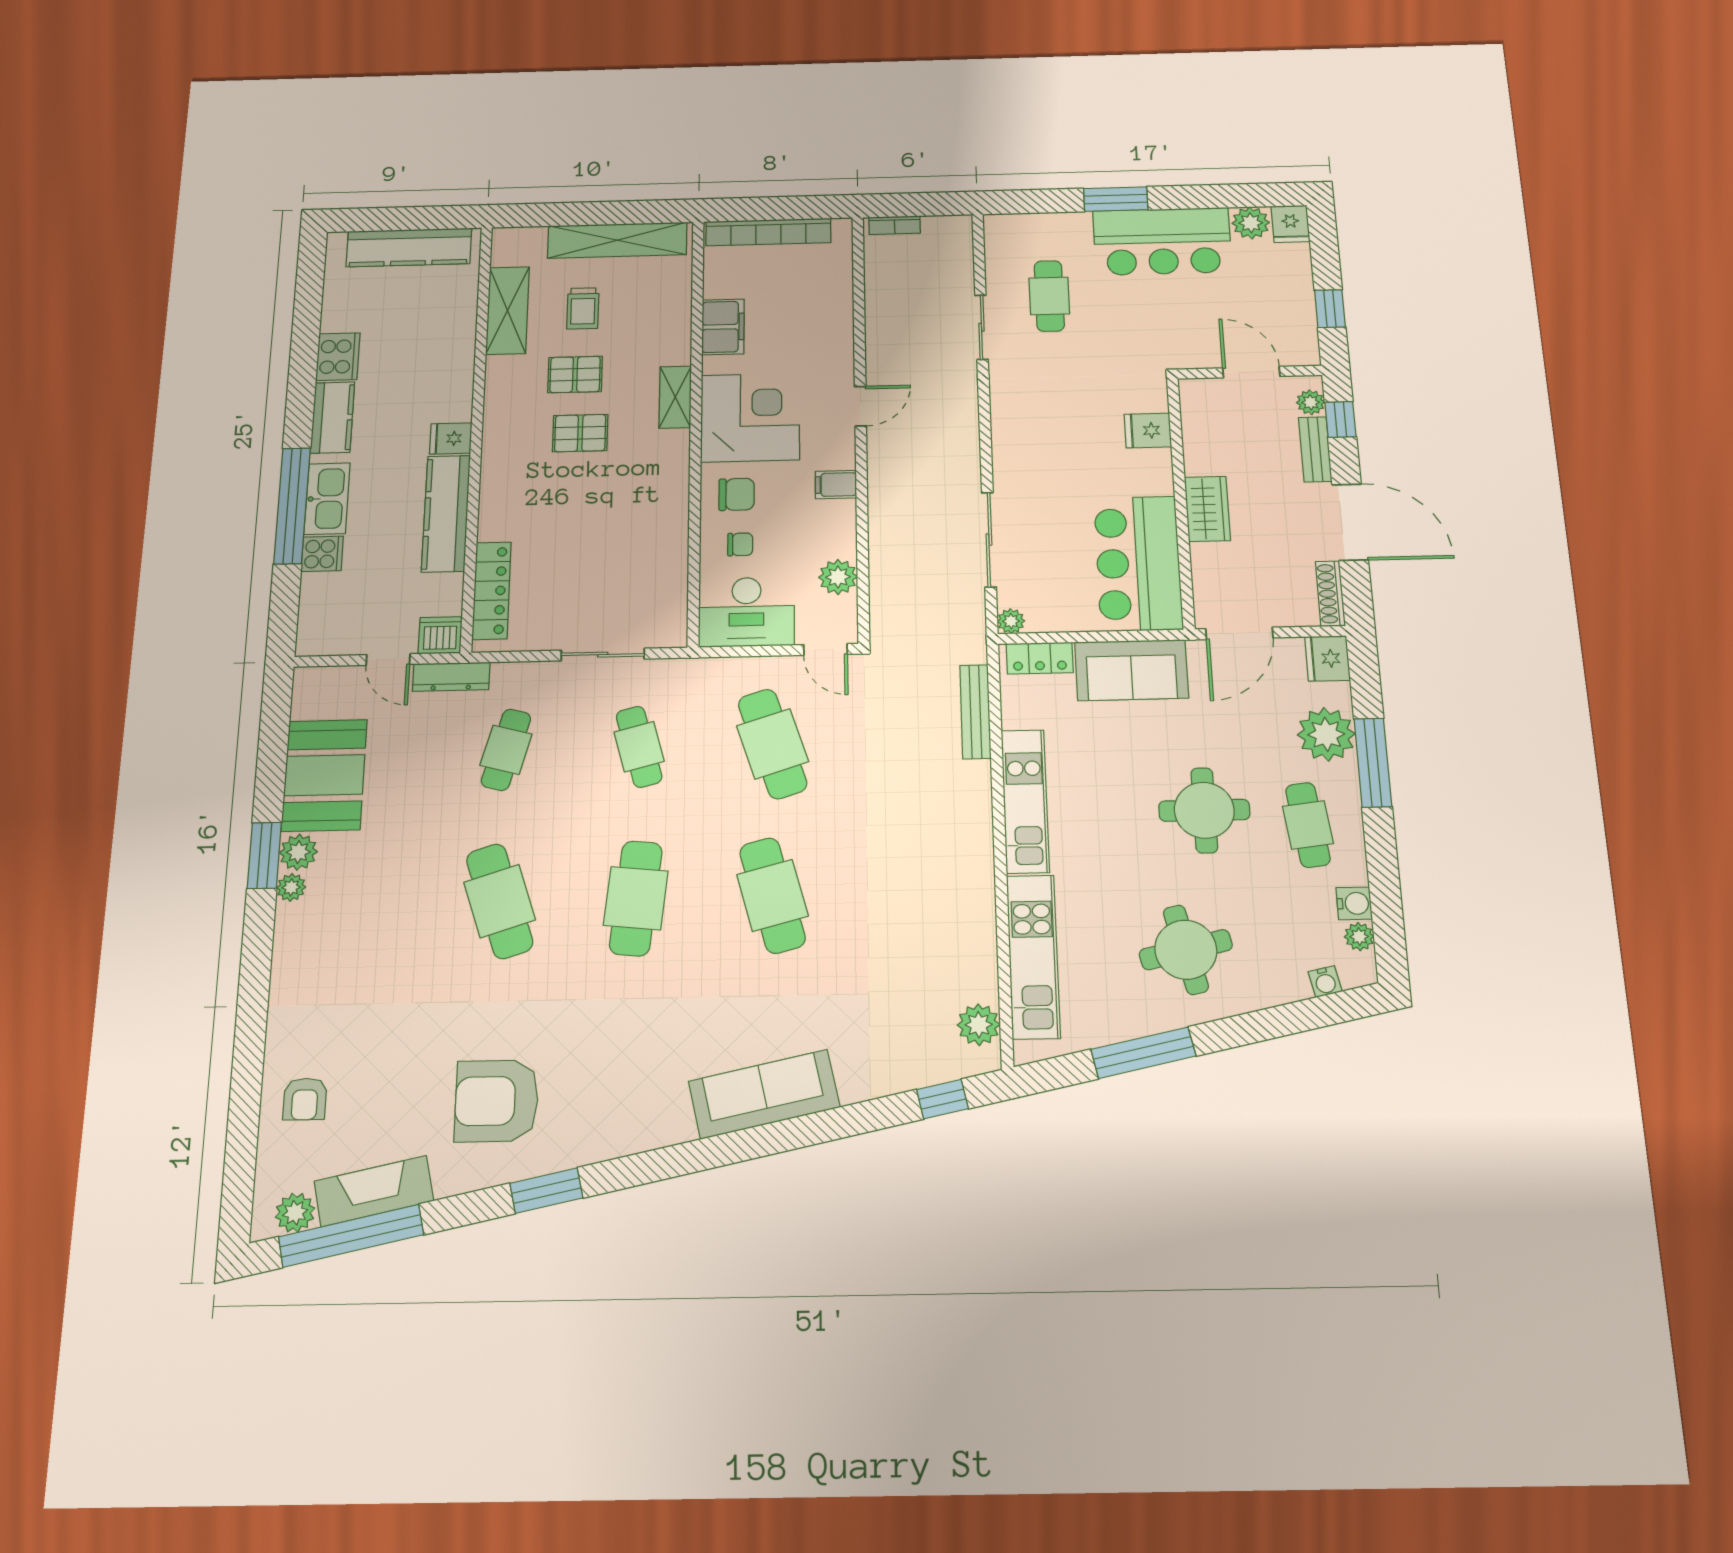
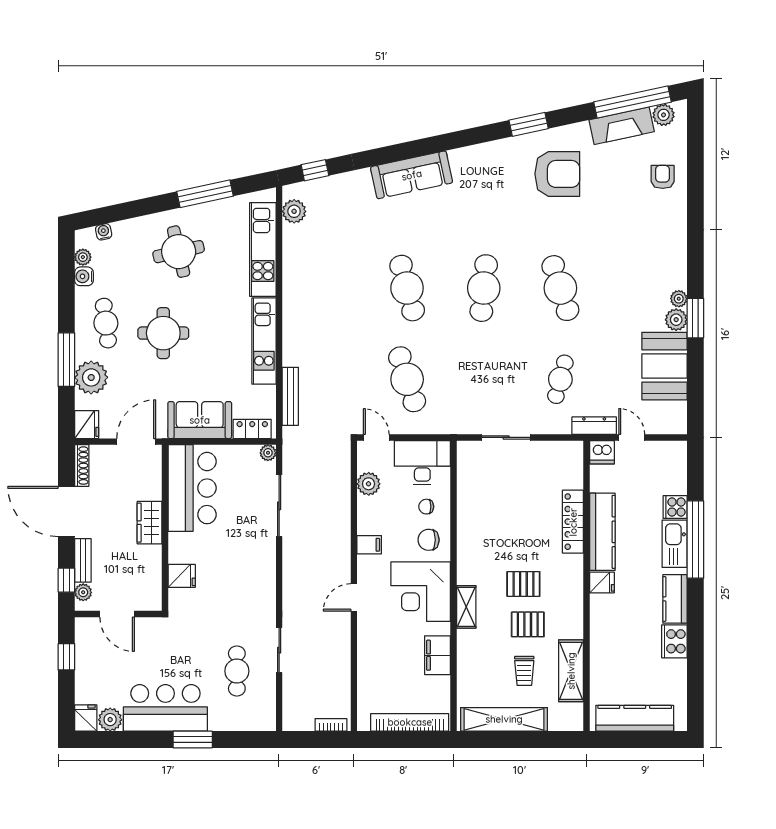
trolley: (583, 308) -> (524, 671), turned 180
locker: (492, 591) -> (573, 522), moved
cafe table: (639, 747) -> (484, 379), removed

